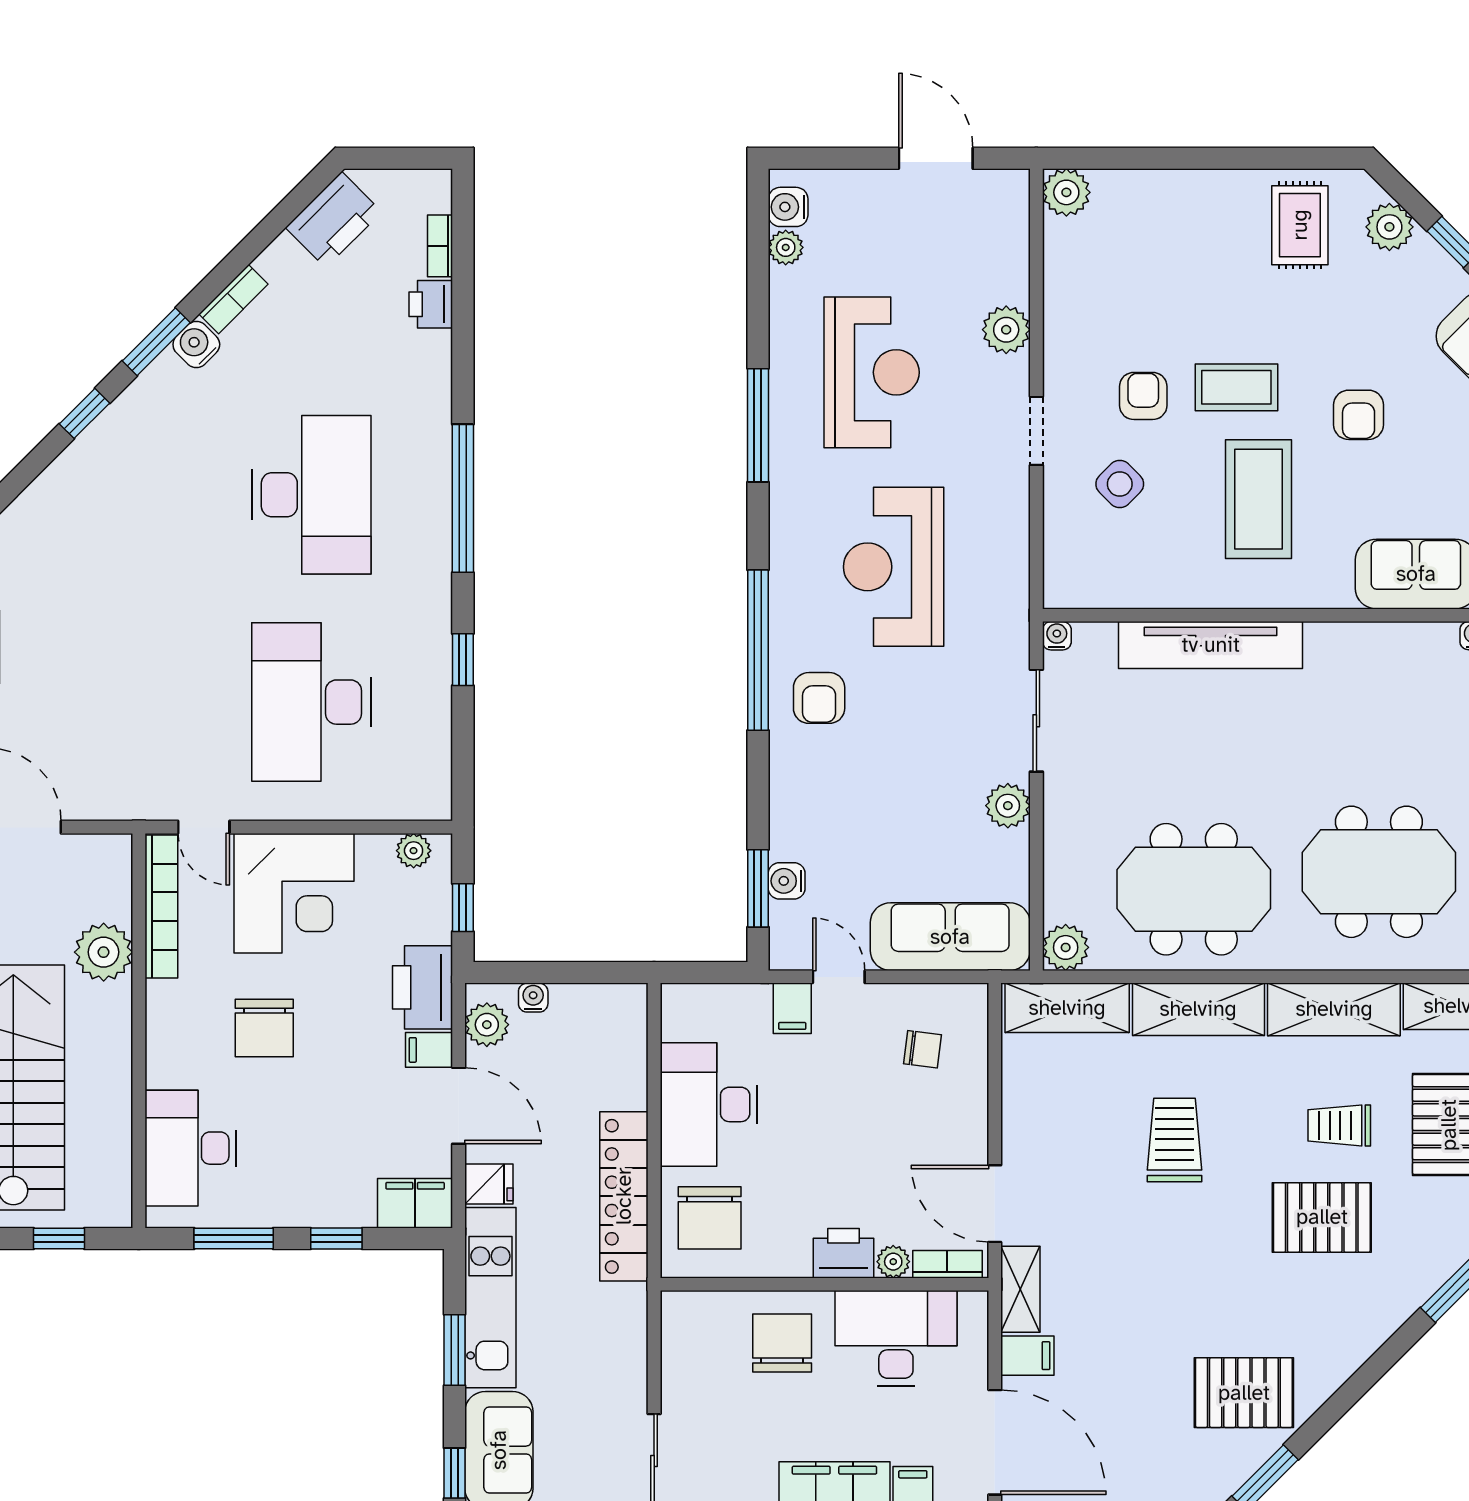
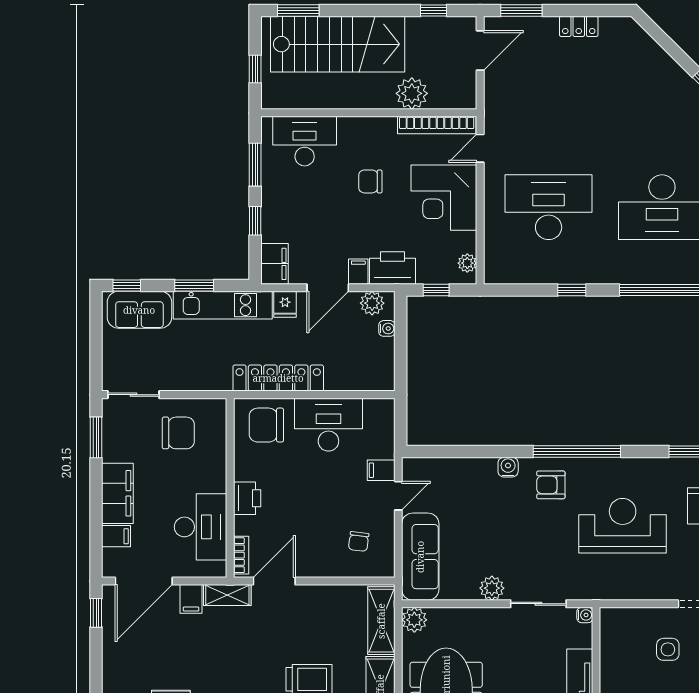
side table: (1120, 484) -> (668, 649), turned 45
water cooler: (787, 881) -> (508, 467), moved
window: (758, 888) -> (447, 451), removed
chair: (264, 1028) -> (370, 181), width x0.73, depth x0.73
plant: (893, 1262) -> (242, 525), removed
chair: (782, 1343) -> (178, 433), moved

